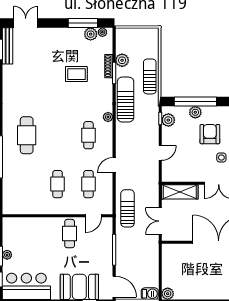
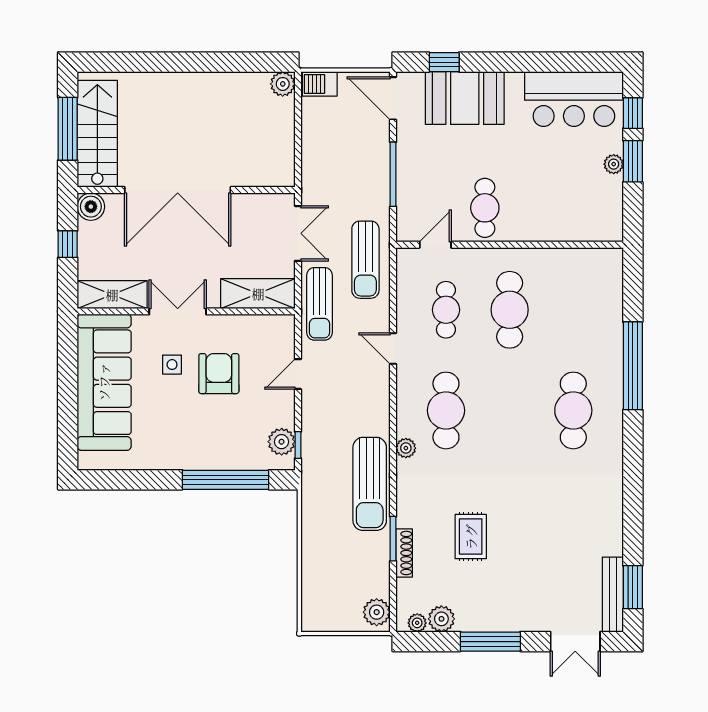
window: (83, 23) -> (490, 642), moved
plant: (122, 60) -> (377, 612), moved
rug: (76, 74) -> (471, 537), turned 90
sun lounger: (150, 76) -> (320, 304), moved
plant: (195, 112) -> (226, 458), removed
armchair: (210, 134) -> (219, 374), moved, turned 180
cafe table: (88, 135) -> (446, 410), width x1.37, depth x1.35
door: (114, 165) -> (393, 349), swing flipped
cafe table: (58, 184) -> (510, 310), width x1.37, depth x1.35

